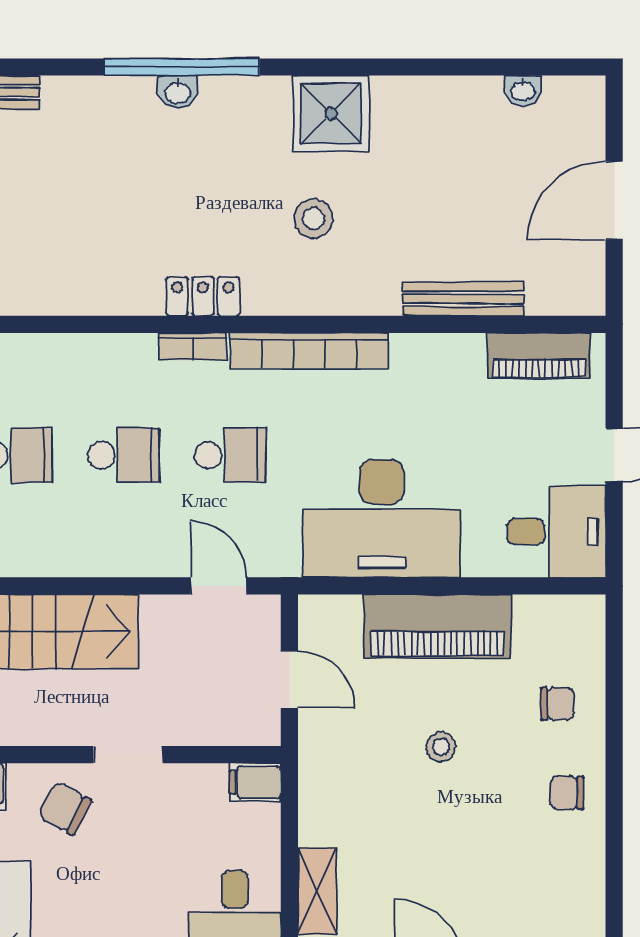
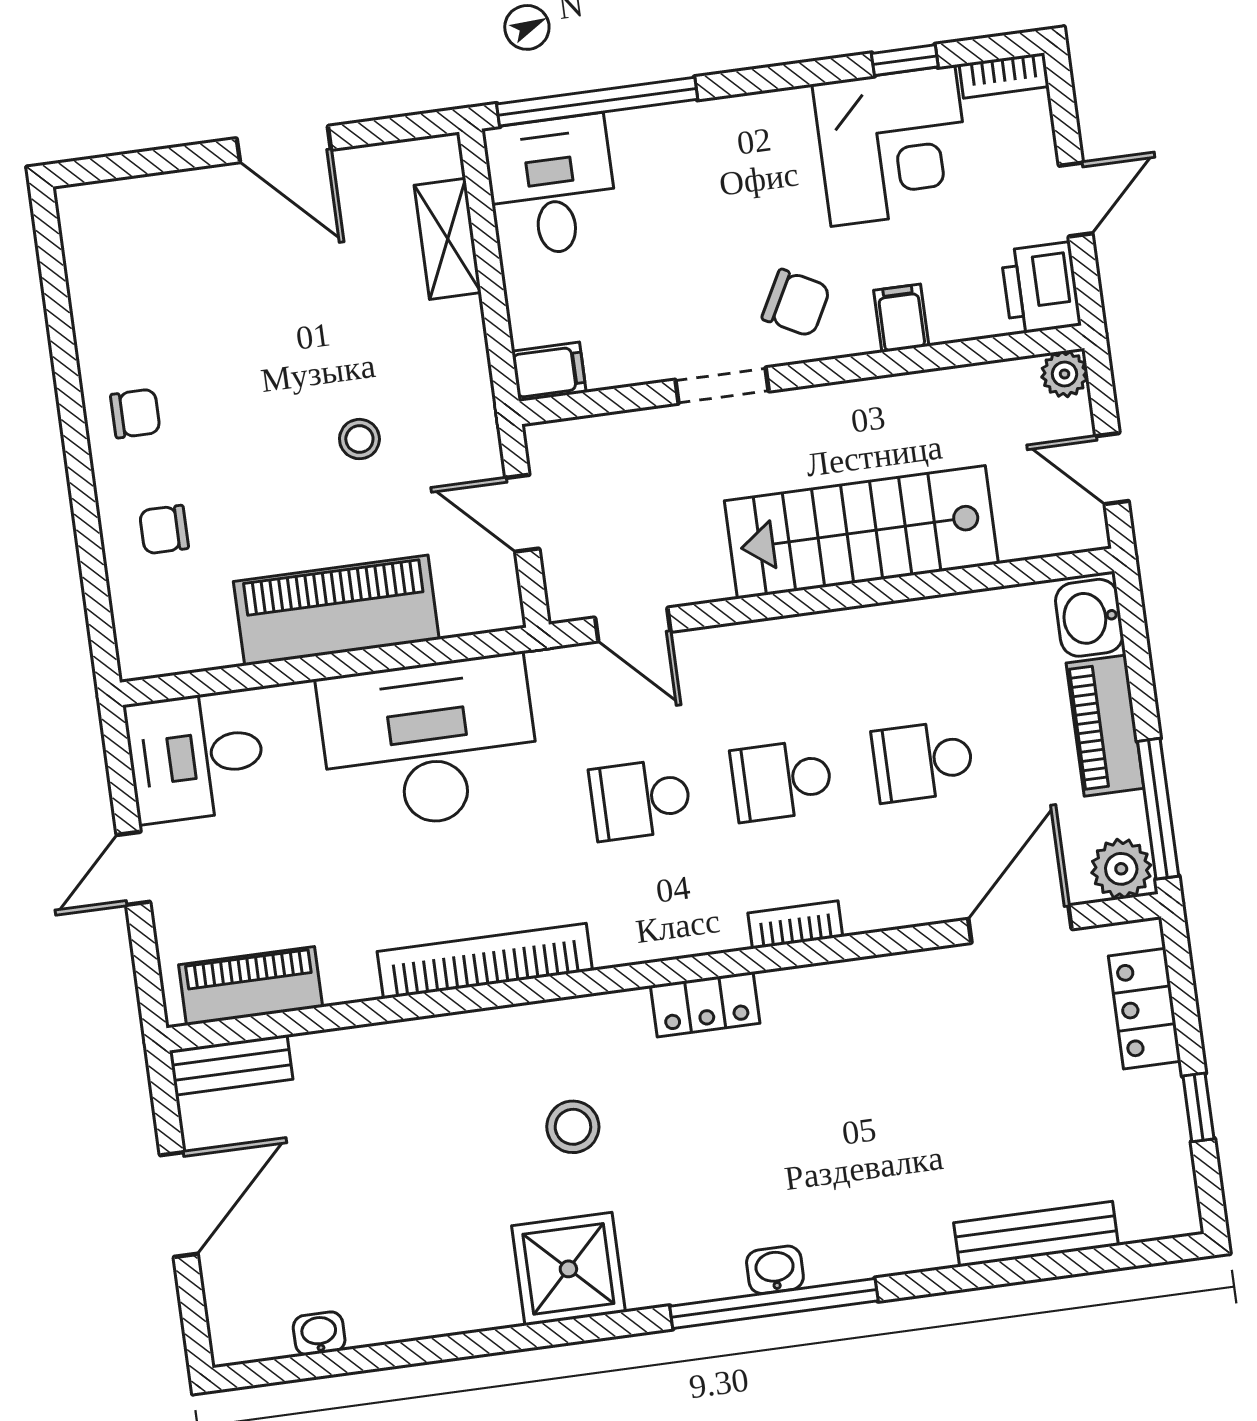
bench: (463, 299) -> (231, 1065), moved, width x0.73
bookcase: (193, 346) -> (795, 925), moved
bookcase: (309, 351) -> (485, 961), moved
stool: (441, 747) -> (359, 439), moved

